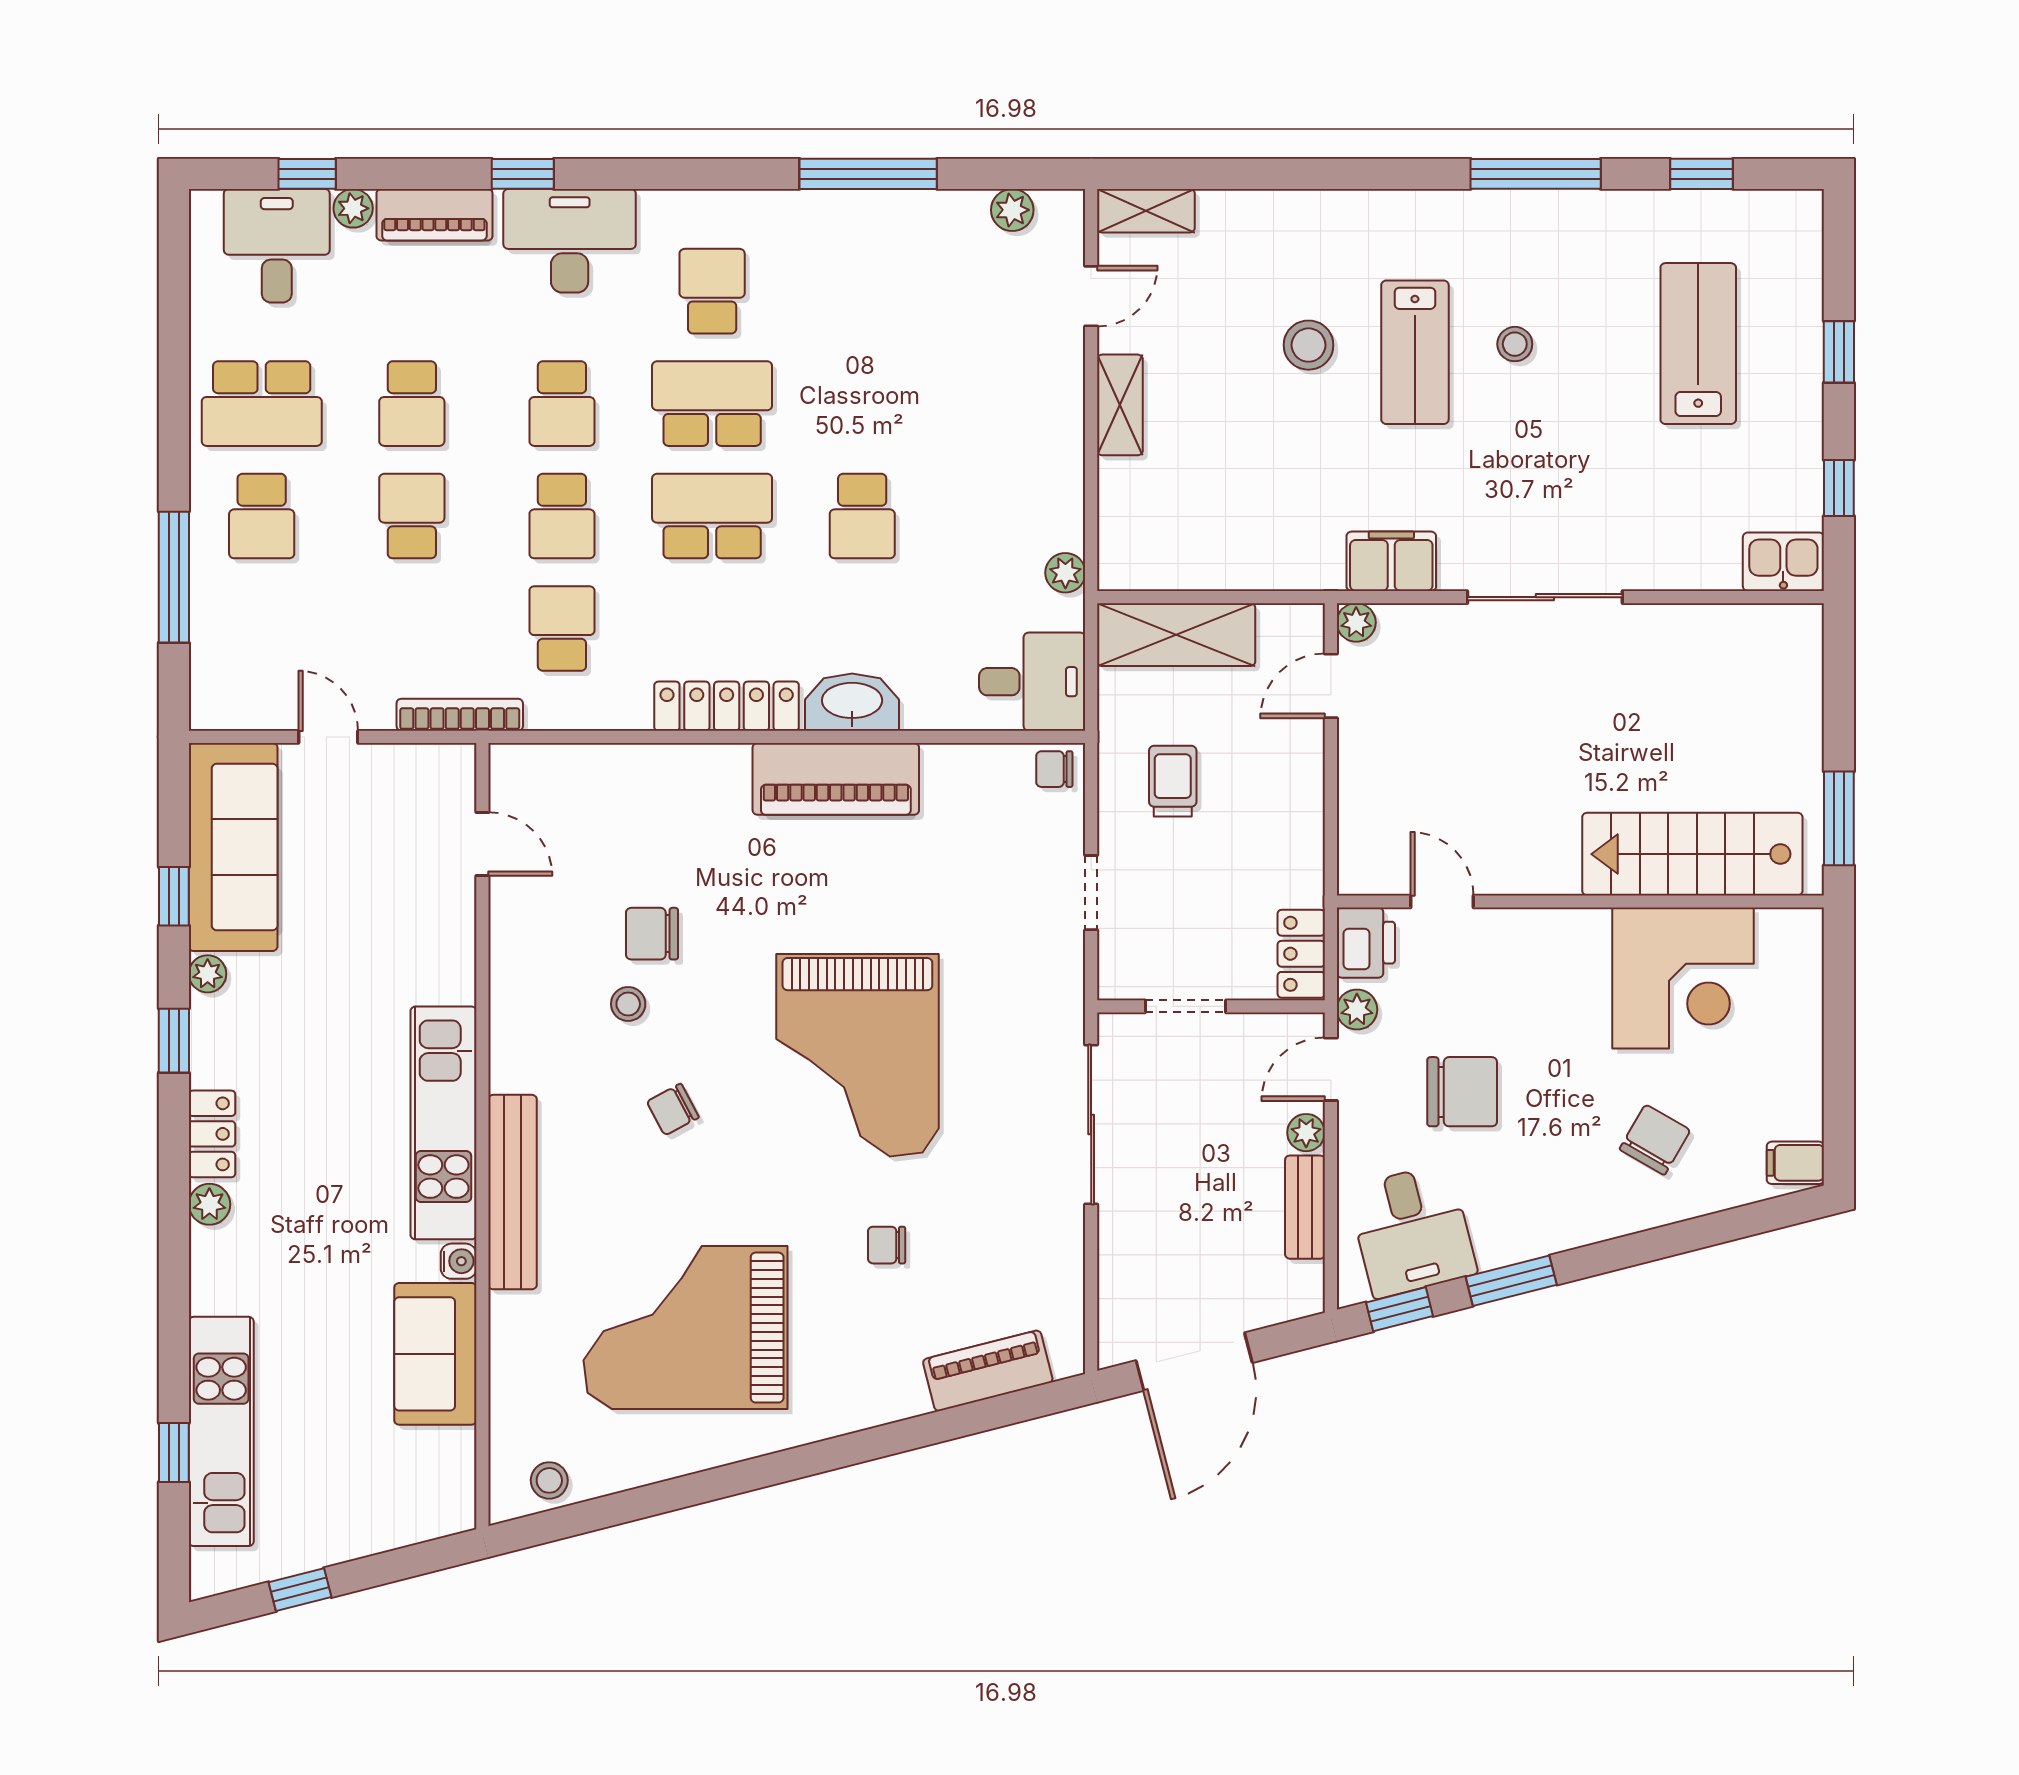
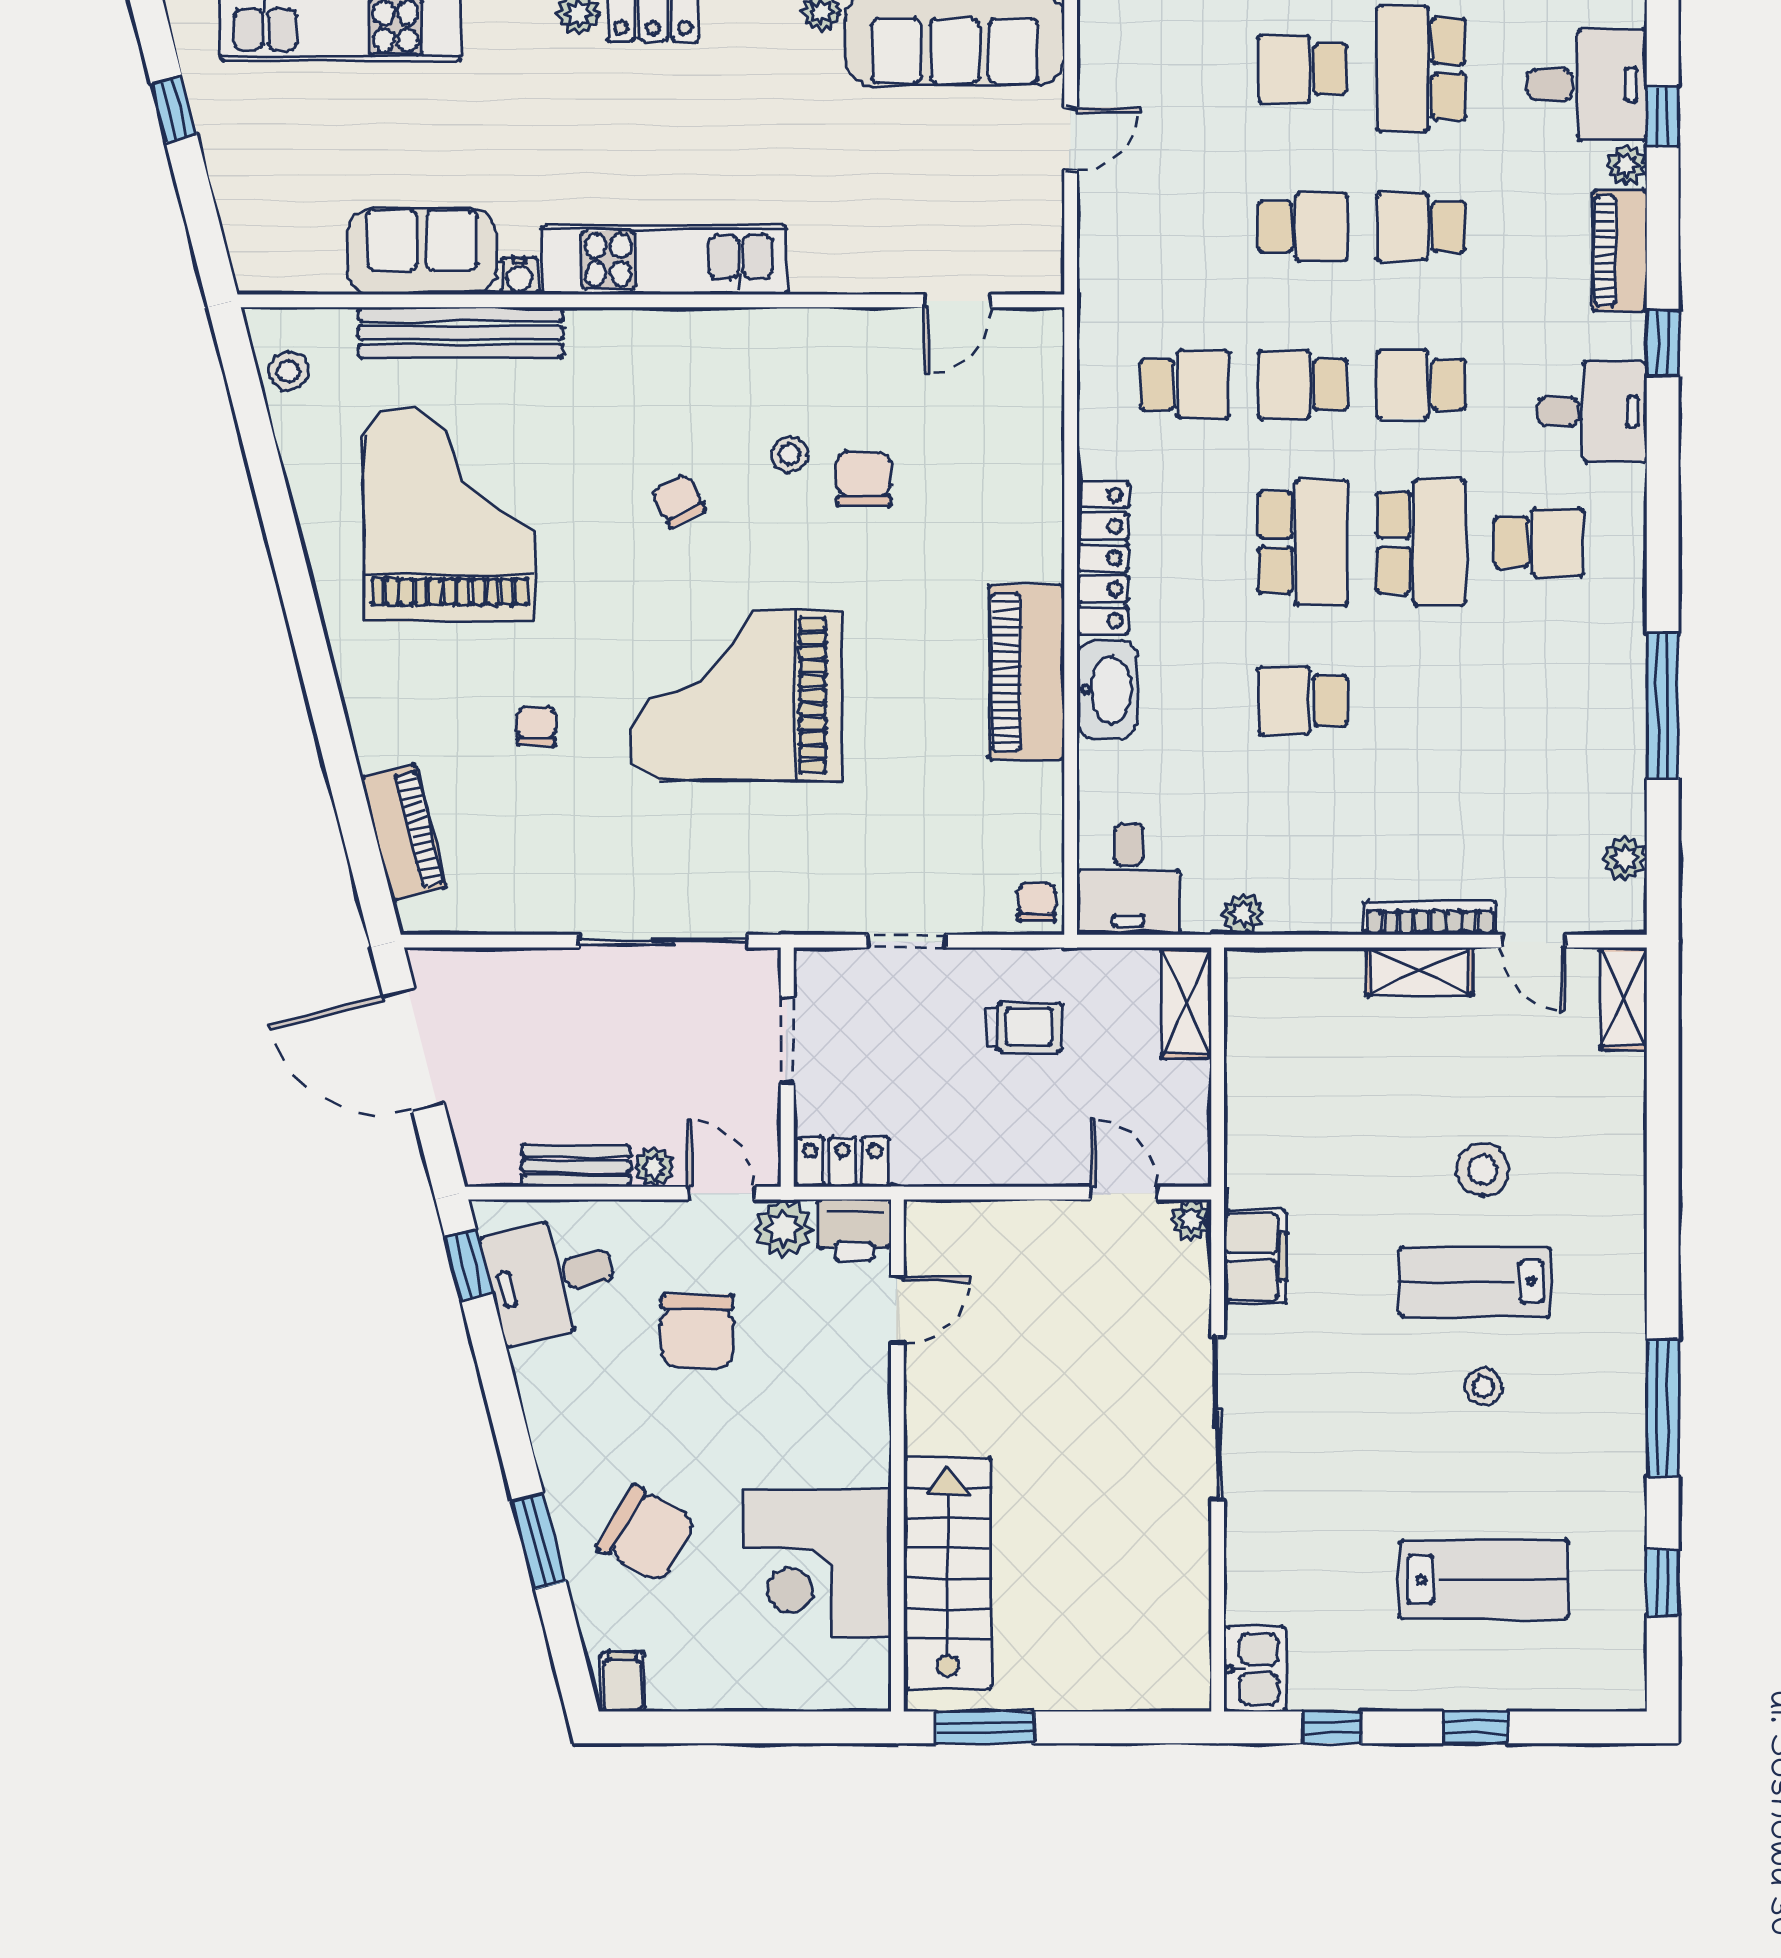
desk: (570, 241) -> (1592, 412), width x0.73
shelving: (1176, 635) -> (1186, 1003), width x0.67, depth x0.75
bookcase: (460, 715) -> (1430, 918), moved, turned -90
plant: (1357, 1010) -> (784, 1229), width x1.38, depth x1.38
chair: (1655, 1140) -> (647, 1534), width x1.37, depth x1.37
bench: (513, 1192) -> (460, 333), moved
window: (1511, 1281) -> (539, 1541), moved

